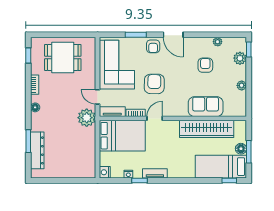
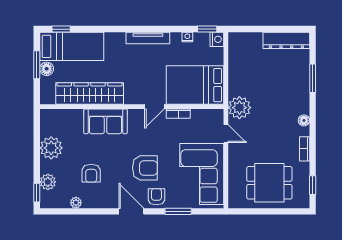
armchair: (154, 84) -> (145, 168), moved, turned -91
plant: (242, 85) -> (51, 148), width x1.88, depth x1.88
sofa: (206, 107) -> (106, 121), moved
tv unit: (112, 112) -> (207, 115), removed
dresser: (37, 150) -> (286, 40), moved, turned -90
tv unit: (155, 173) -> (148, 38), width x1.41
window: (140, 180) -> (207, 29), moved

